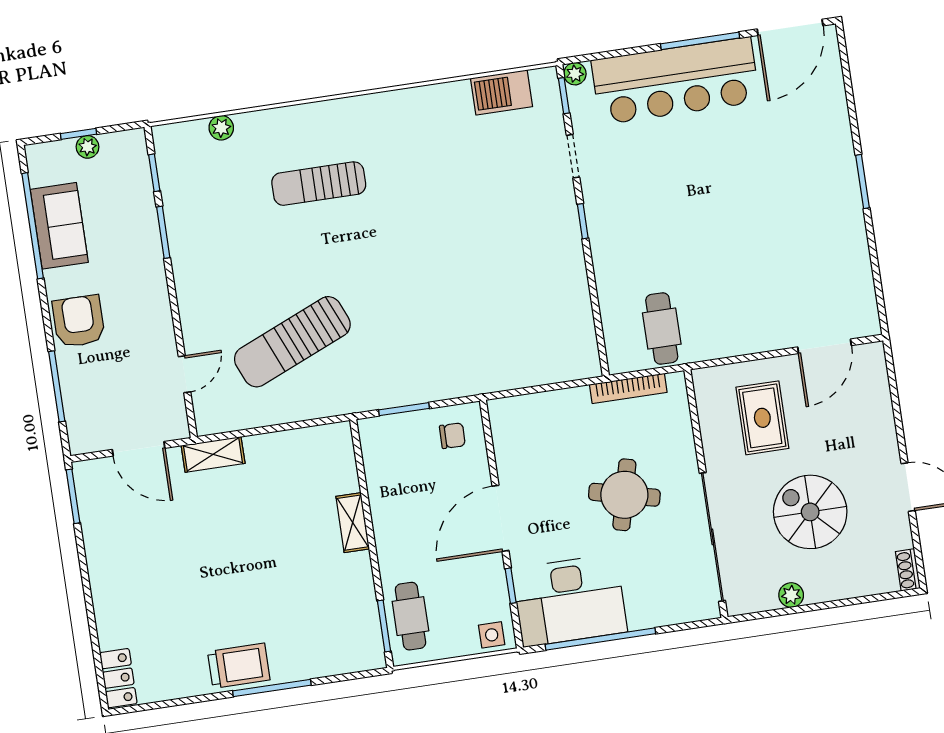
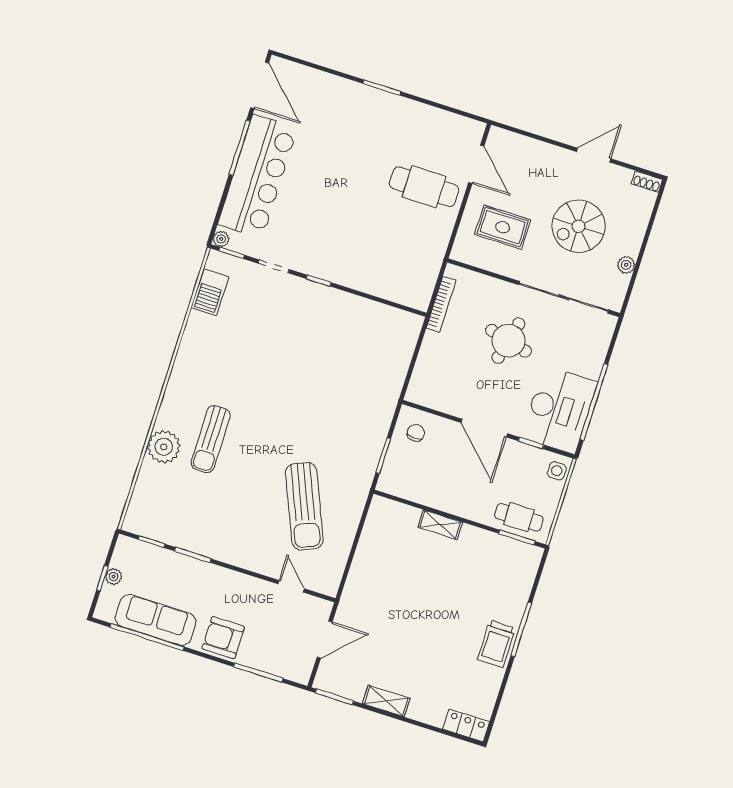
plant: (221, 128) -> (164, 447), moved, width x1.88, depth x1.88
sofa: (59, 226) -> (156, 620), width x1.36
cafe table: (662, 329) -> (424, 187), moved, width x1.37, depth x1.35
shelving: (213, 454) -> (386, 701), moved, turned 90
trolley: (239, 666) -> (496, 644), turned 180

